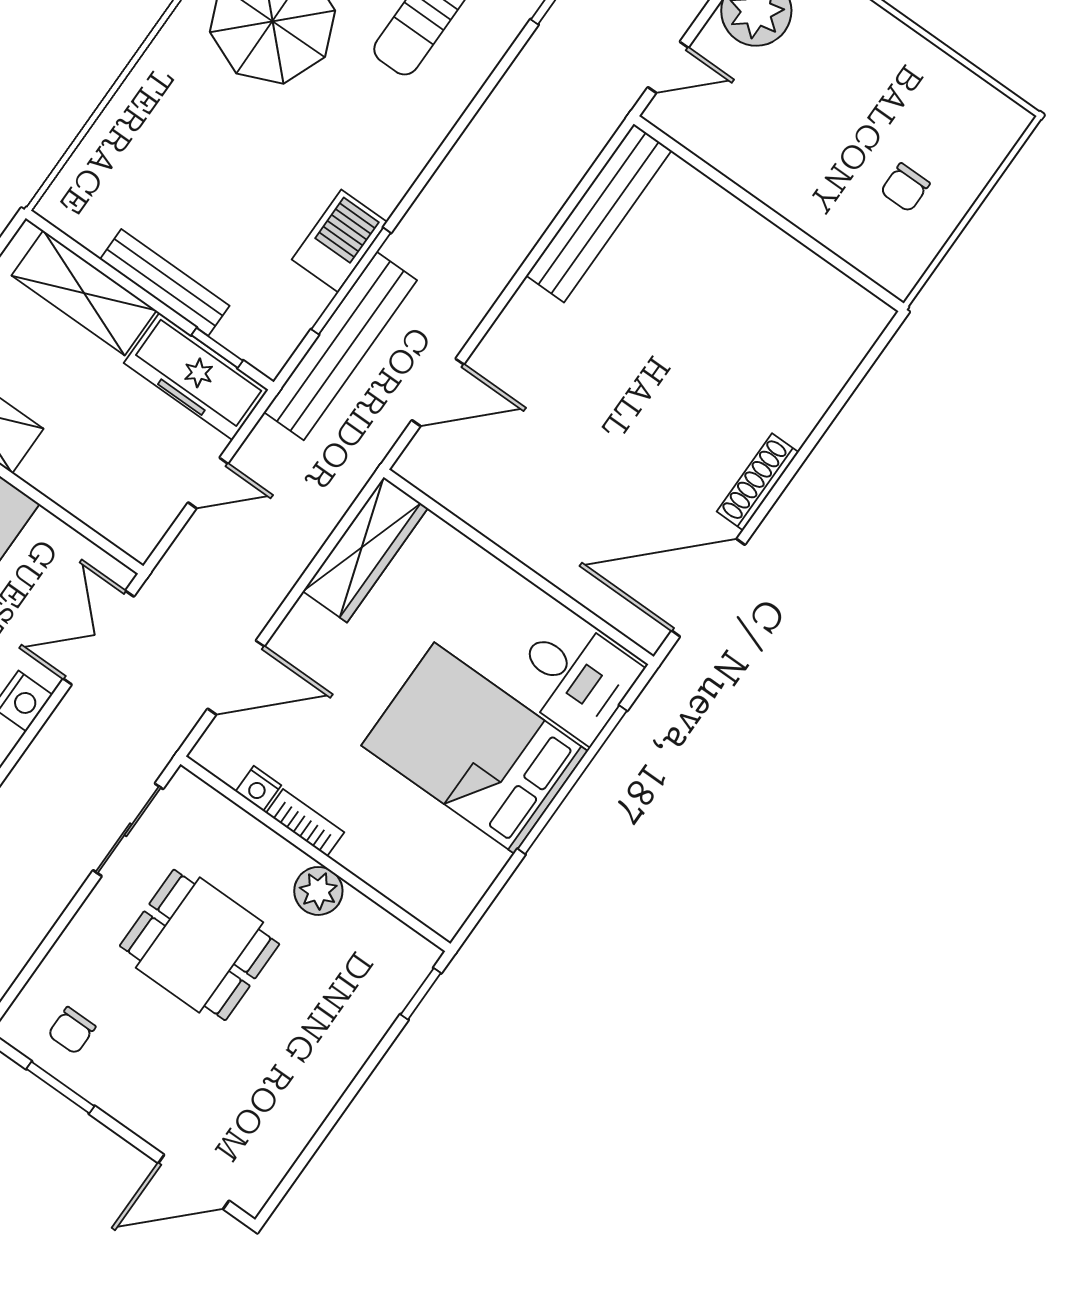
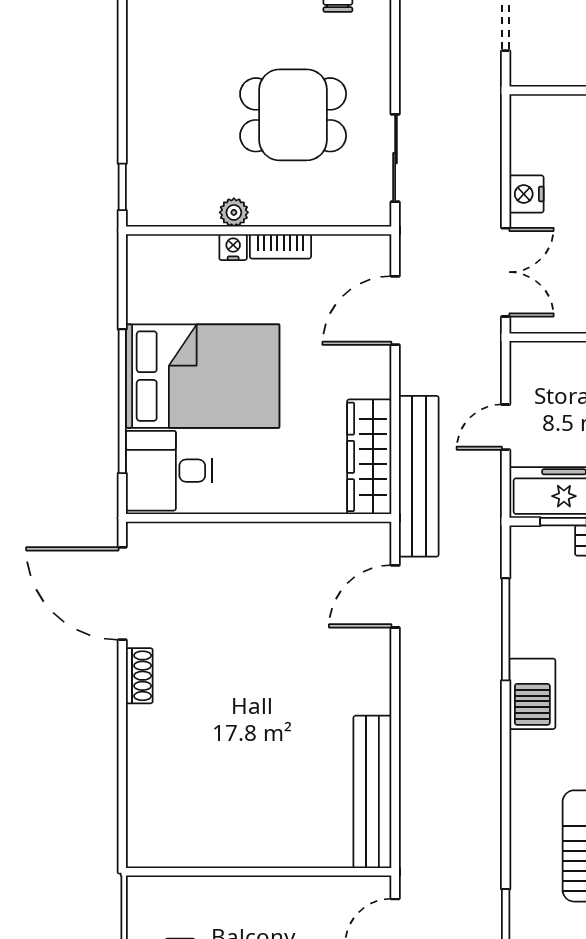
barbecue: (340, 241) -> (532, 694), moved
bench: (340, 346) -> (419, 476), moved
shoe rack: (758, 482) -> (139, 676), width x0.70
door: (708, 588) -> (122, 594), swing flipped
nightstand: (258, 788) -> (233, 247), moved
plant: (318, 891) -> (234, 212), width x0.73, depth x0.73

